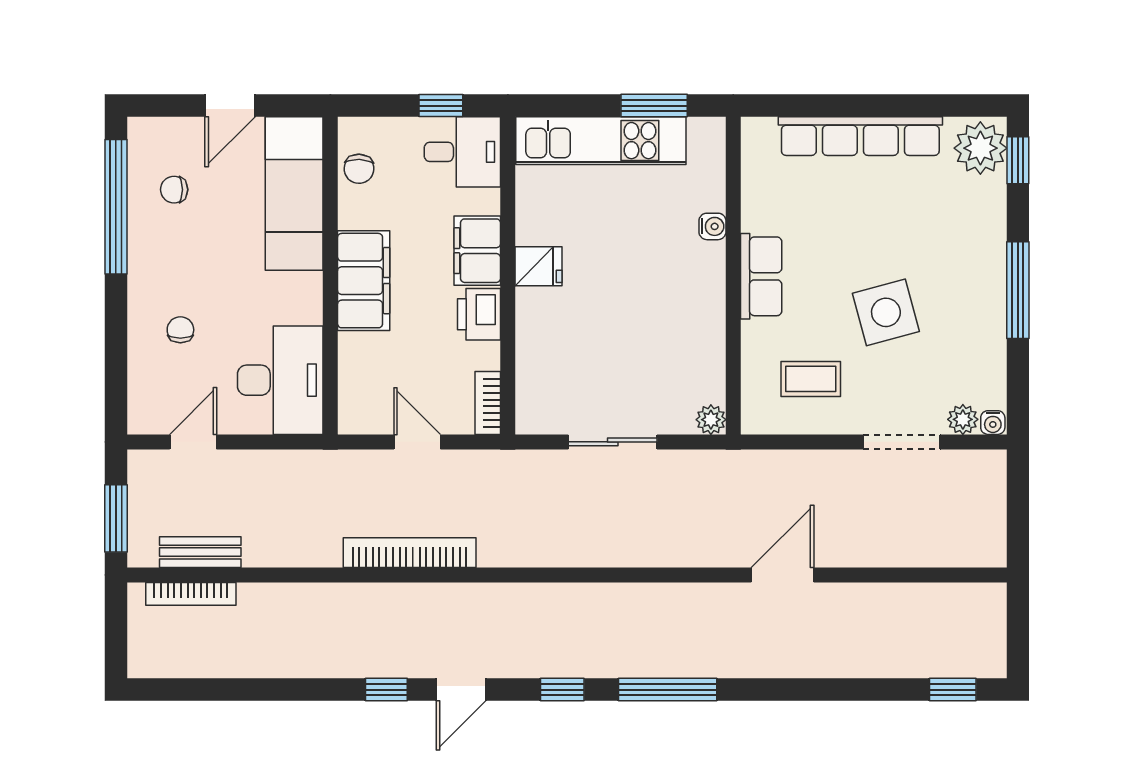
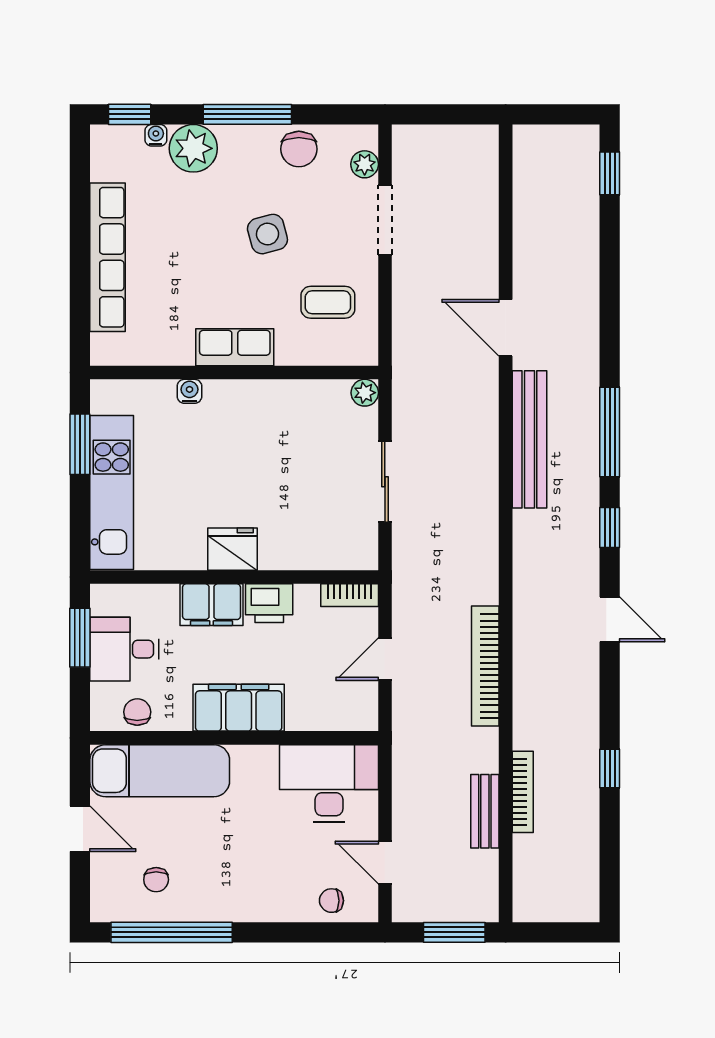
window: (441, 106) -> (80, 638), width x1.50
plant: (980, 148) -> (193, 148), moved
desk: (462, 152) -> (124, 649), moved, turned -90
chair: (359, 169) -> (137, 712), turned -92
fridge: (539, 266) -> (232, 549), width x1.38
side table: (886, 312) -> (267, 234), width x0.73, depth x0.73
chair: (180, 330) -> (331, 901), moved
chair: (980, 347) -> (299, 149), added
coffee table: (811, 379) -> (328, 302), turned 90
water cooler: (993, 423) -> (156, 135), moved, turned -90
bench: (200, 552) -> (485, 811), moved
bookcase: (191, 594) -> (523, 792), moved
bench: (660, 601) -> (529, 439), added
window: (386, 690) -> (610, 768), moved

